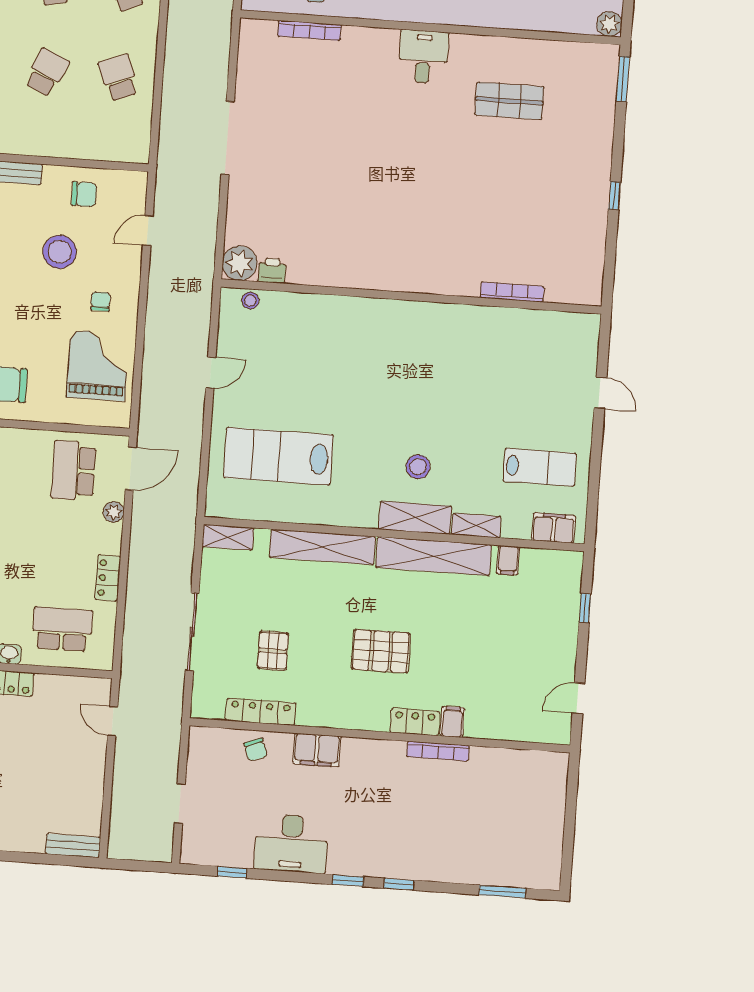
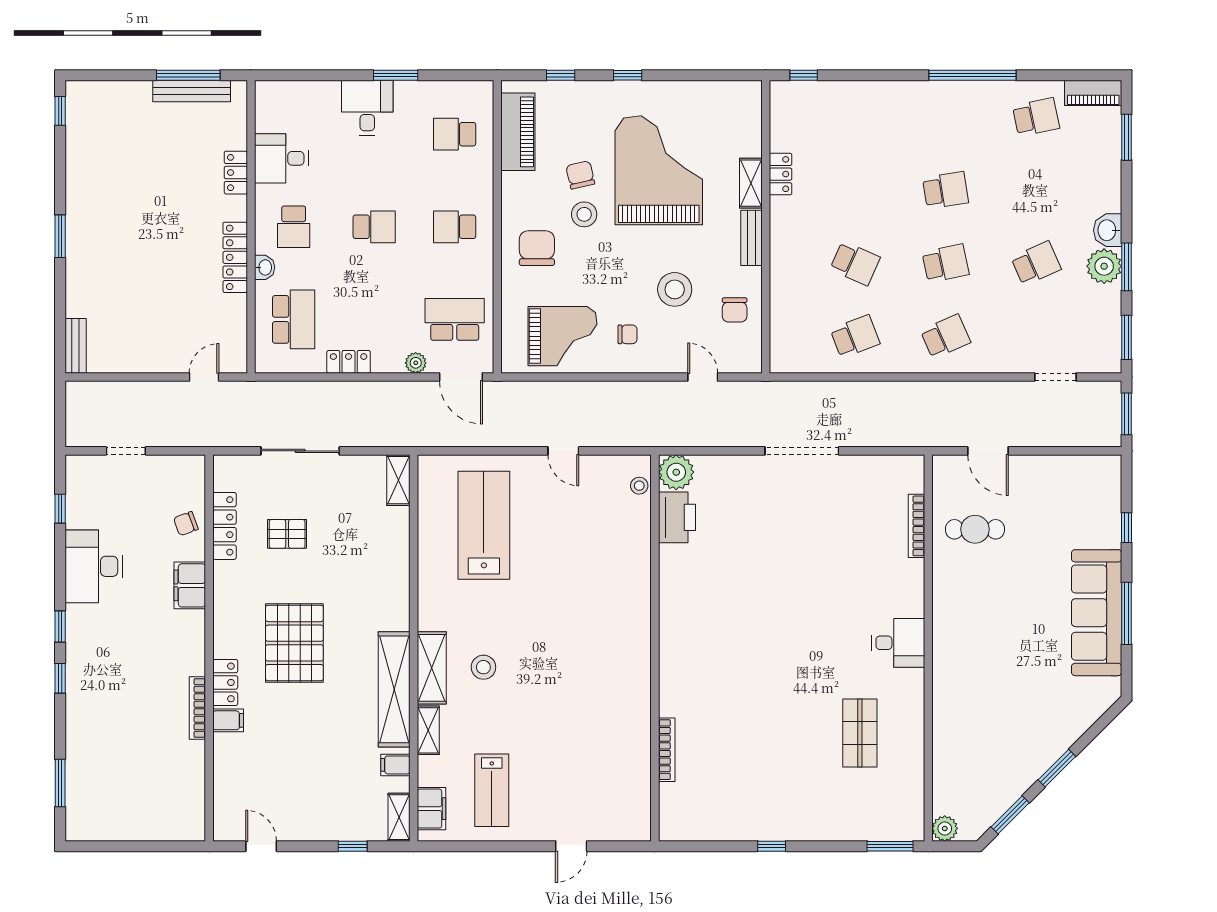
printer: (272, 271) -> (677, 517), width x1.87, depth x1.48
shelving: (323, 547) -> (399, 817), moved, width x0.45, depth x0.75
pallet: (381, 651) -> (294, 643), width x1.37, depth x1.41

